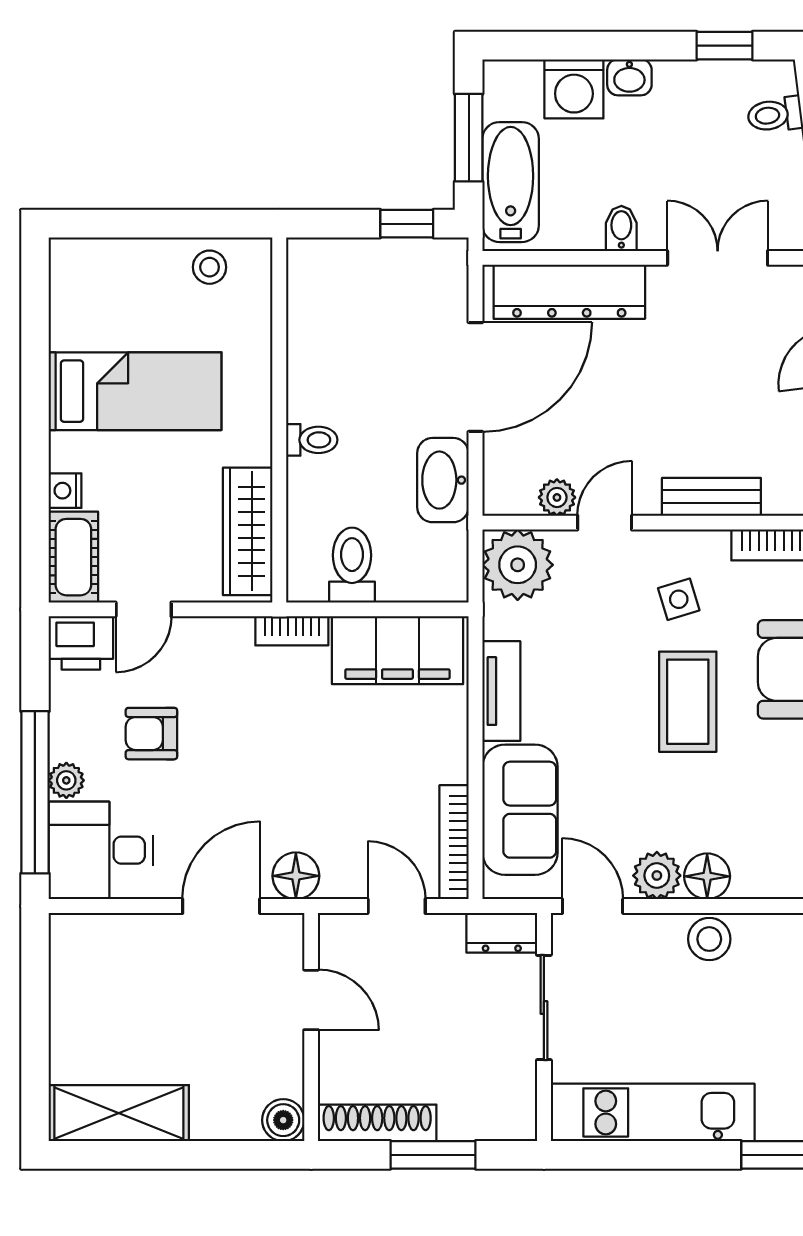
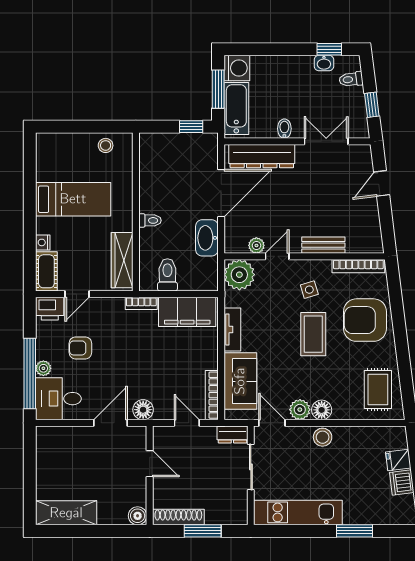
washbasin: (629, 77) -> (324, 63), moved
washing machine: (574, 89) -> (237, 68), moved, turned -90

